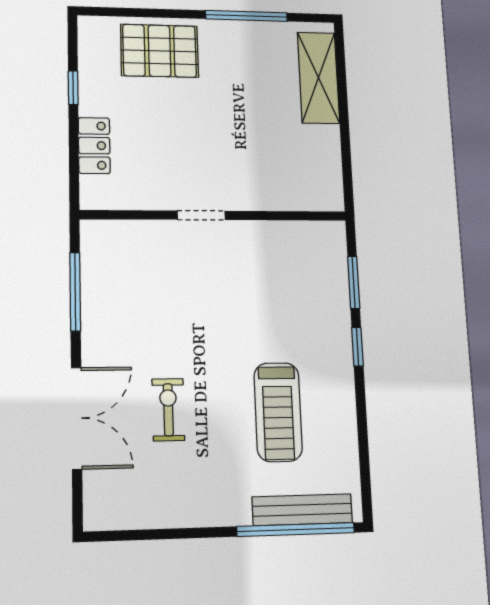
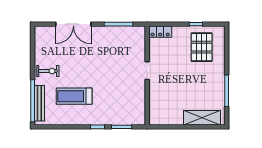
pallet: (160, 51) -> (202, 47), moved
locker: (94, 146) -> (160, 32), moved
exercise bike: (168, 410) -> (48, 71), moved

